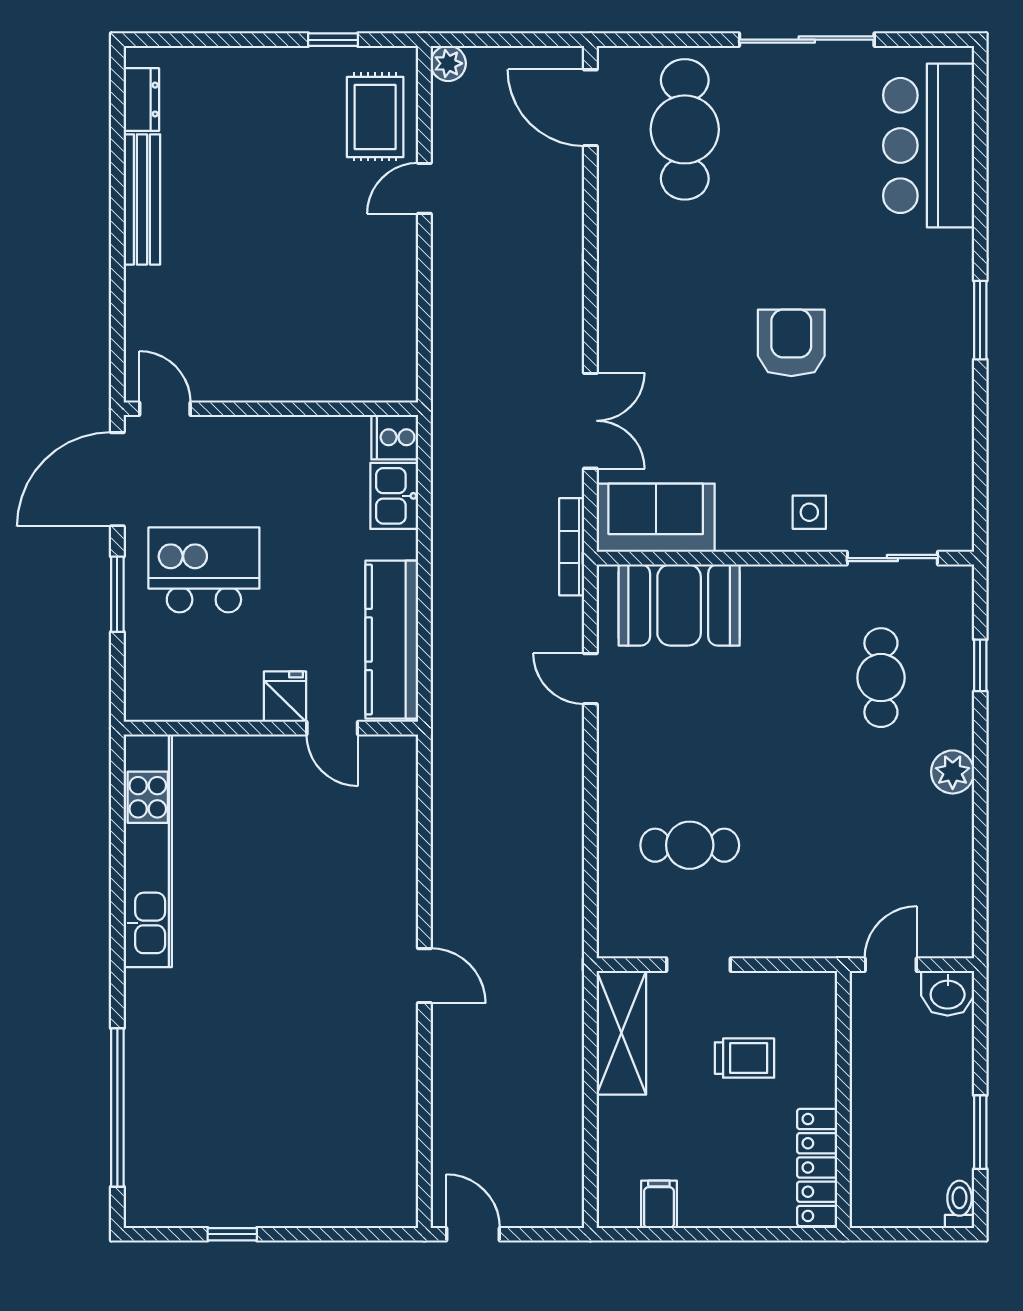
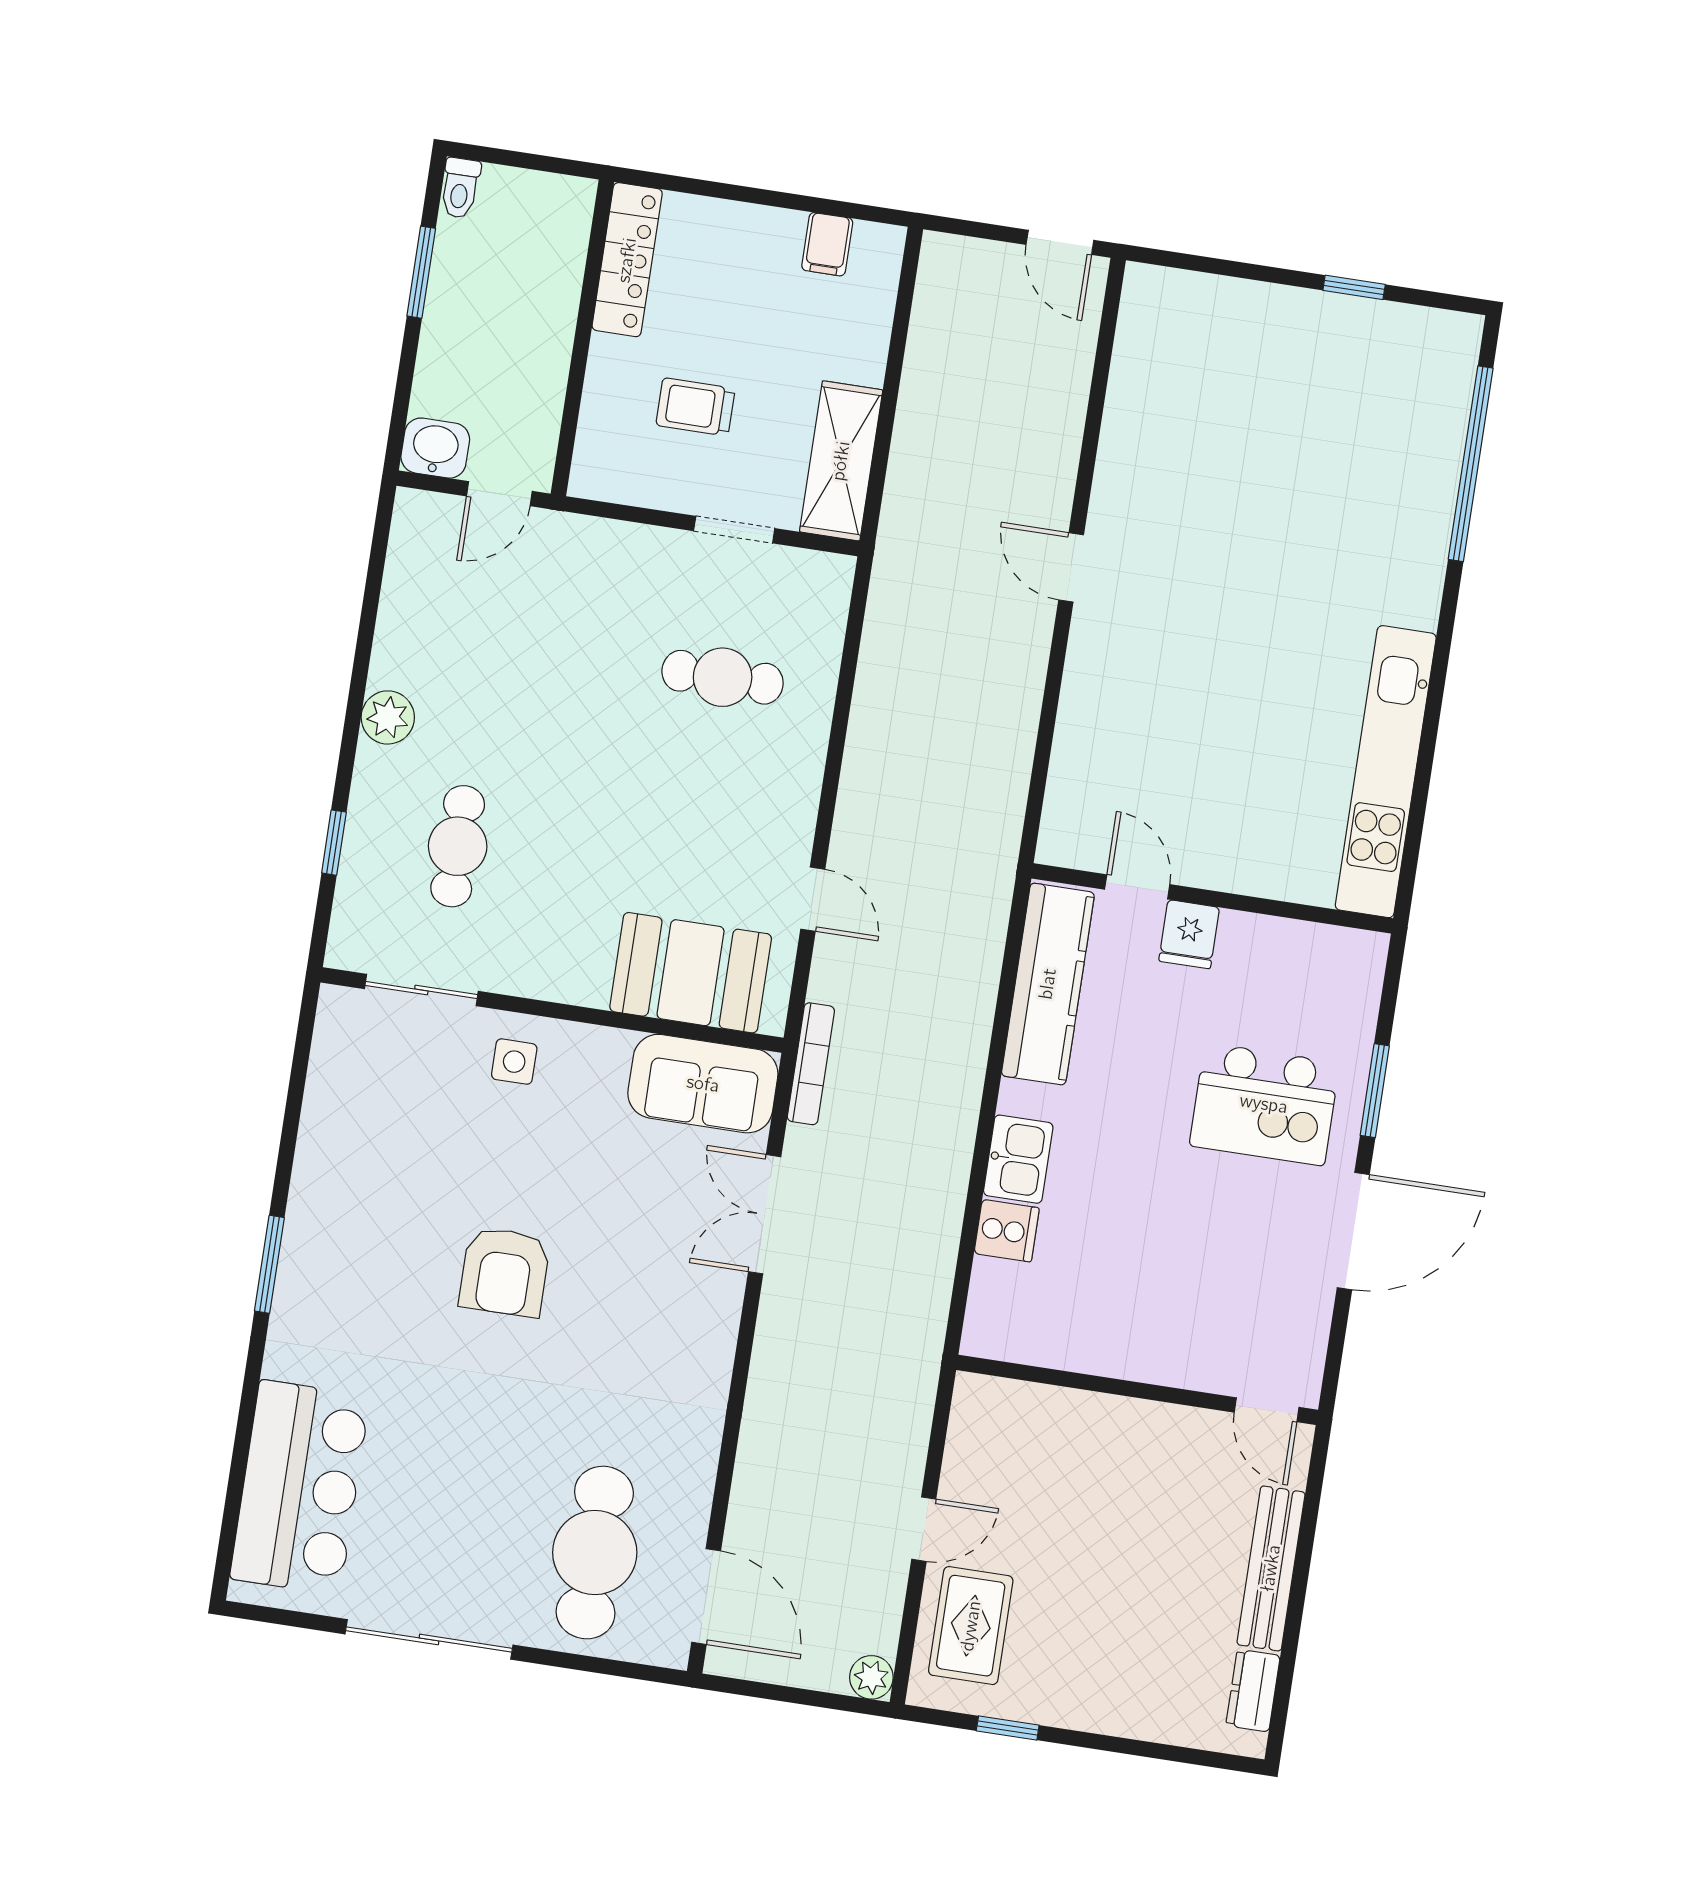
door: (165, 409) -> (1267, 1410), moved
wall: (271, 409) -> (1137, 1390), moved

